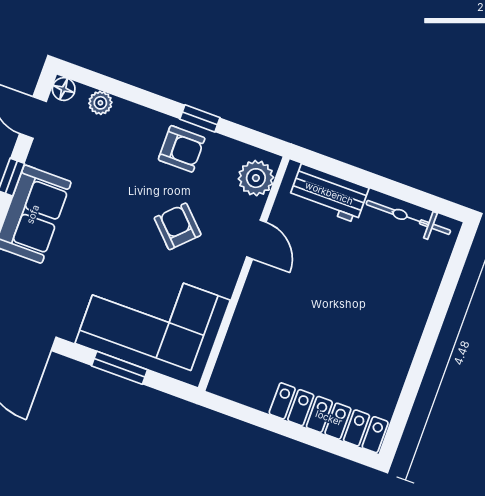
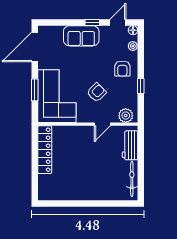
armchair: (182, 149) -> (122, 69), moved
locker: (329, 418) -> (45, 150), moved

